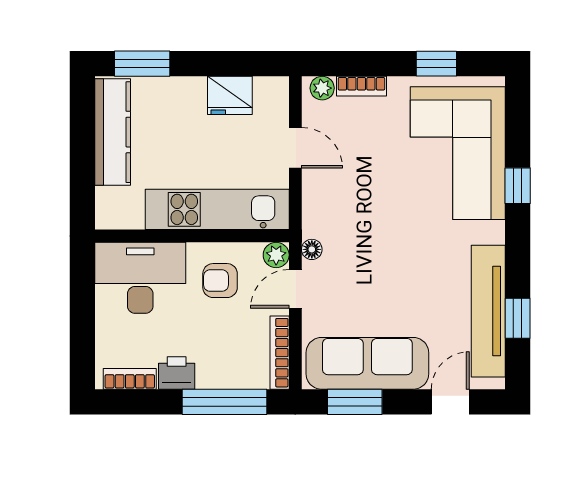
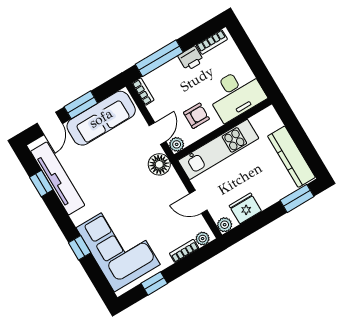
plant: (276, 89) -> (225, 225), added
floor lamp: (312, 249) -> (159, 164), width x1.89, depth x1.89
bookcase: (280, 353) -> (143, 92), width x0.64
window: (355, 402) -> (81, 105), moved

